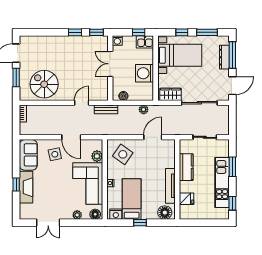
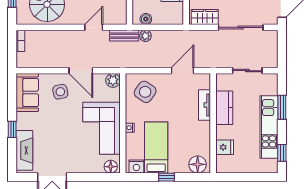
plant: (144, 109) -> (145, 36), moved
plant: (97, 156) -> (113, 80), moved
tv unit: (170, 186) -> (204, 105), moved, width x0.71
fireplace: (26, 187) -> (24, 150), moved
plant: (77, 215) -> (88, 167), removed

